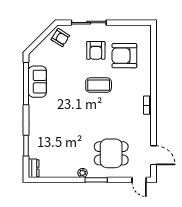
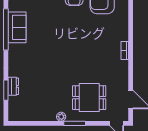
coffee table: (99, 85) -> (77, 31), removed
dresser: (34, 168) -> (13, 86), moved

